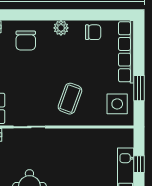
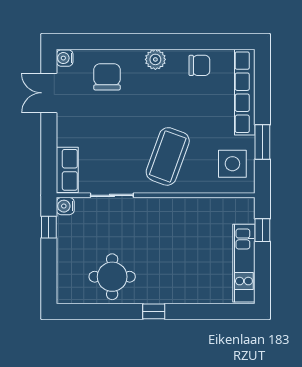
chair: (26, 41) -> (107, 77), turned 180
coffee table: (70, 99) -> (168, 156), width x1.36, depth x1.32
window: (139, 164) -> (262, 230), moved

